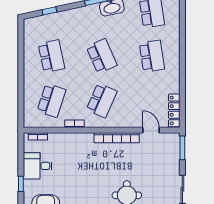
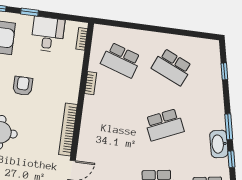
school desk: (51, 56) -> (172, 67), turned 36
school desk: (102, 100) -> (113, 118), removed
armchair: (85, 181) -> (23, 86), added

